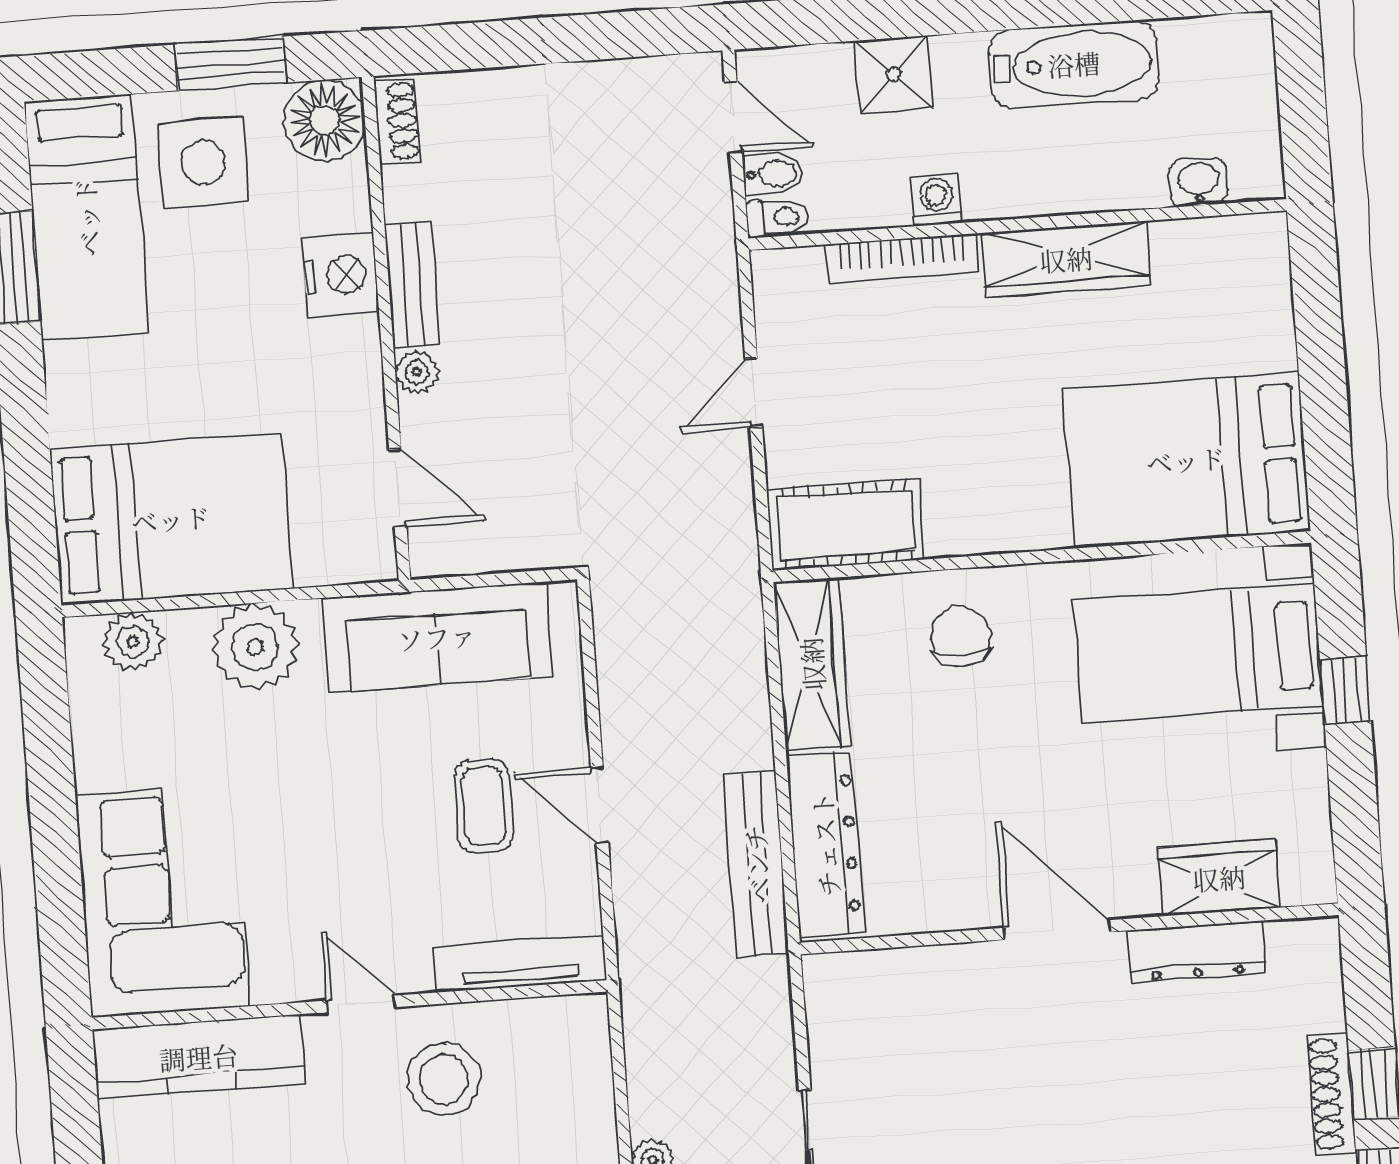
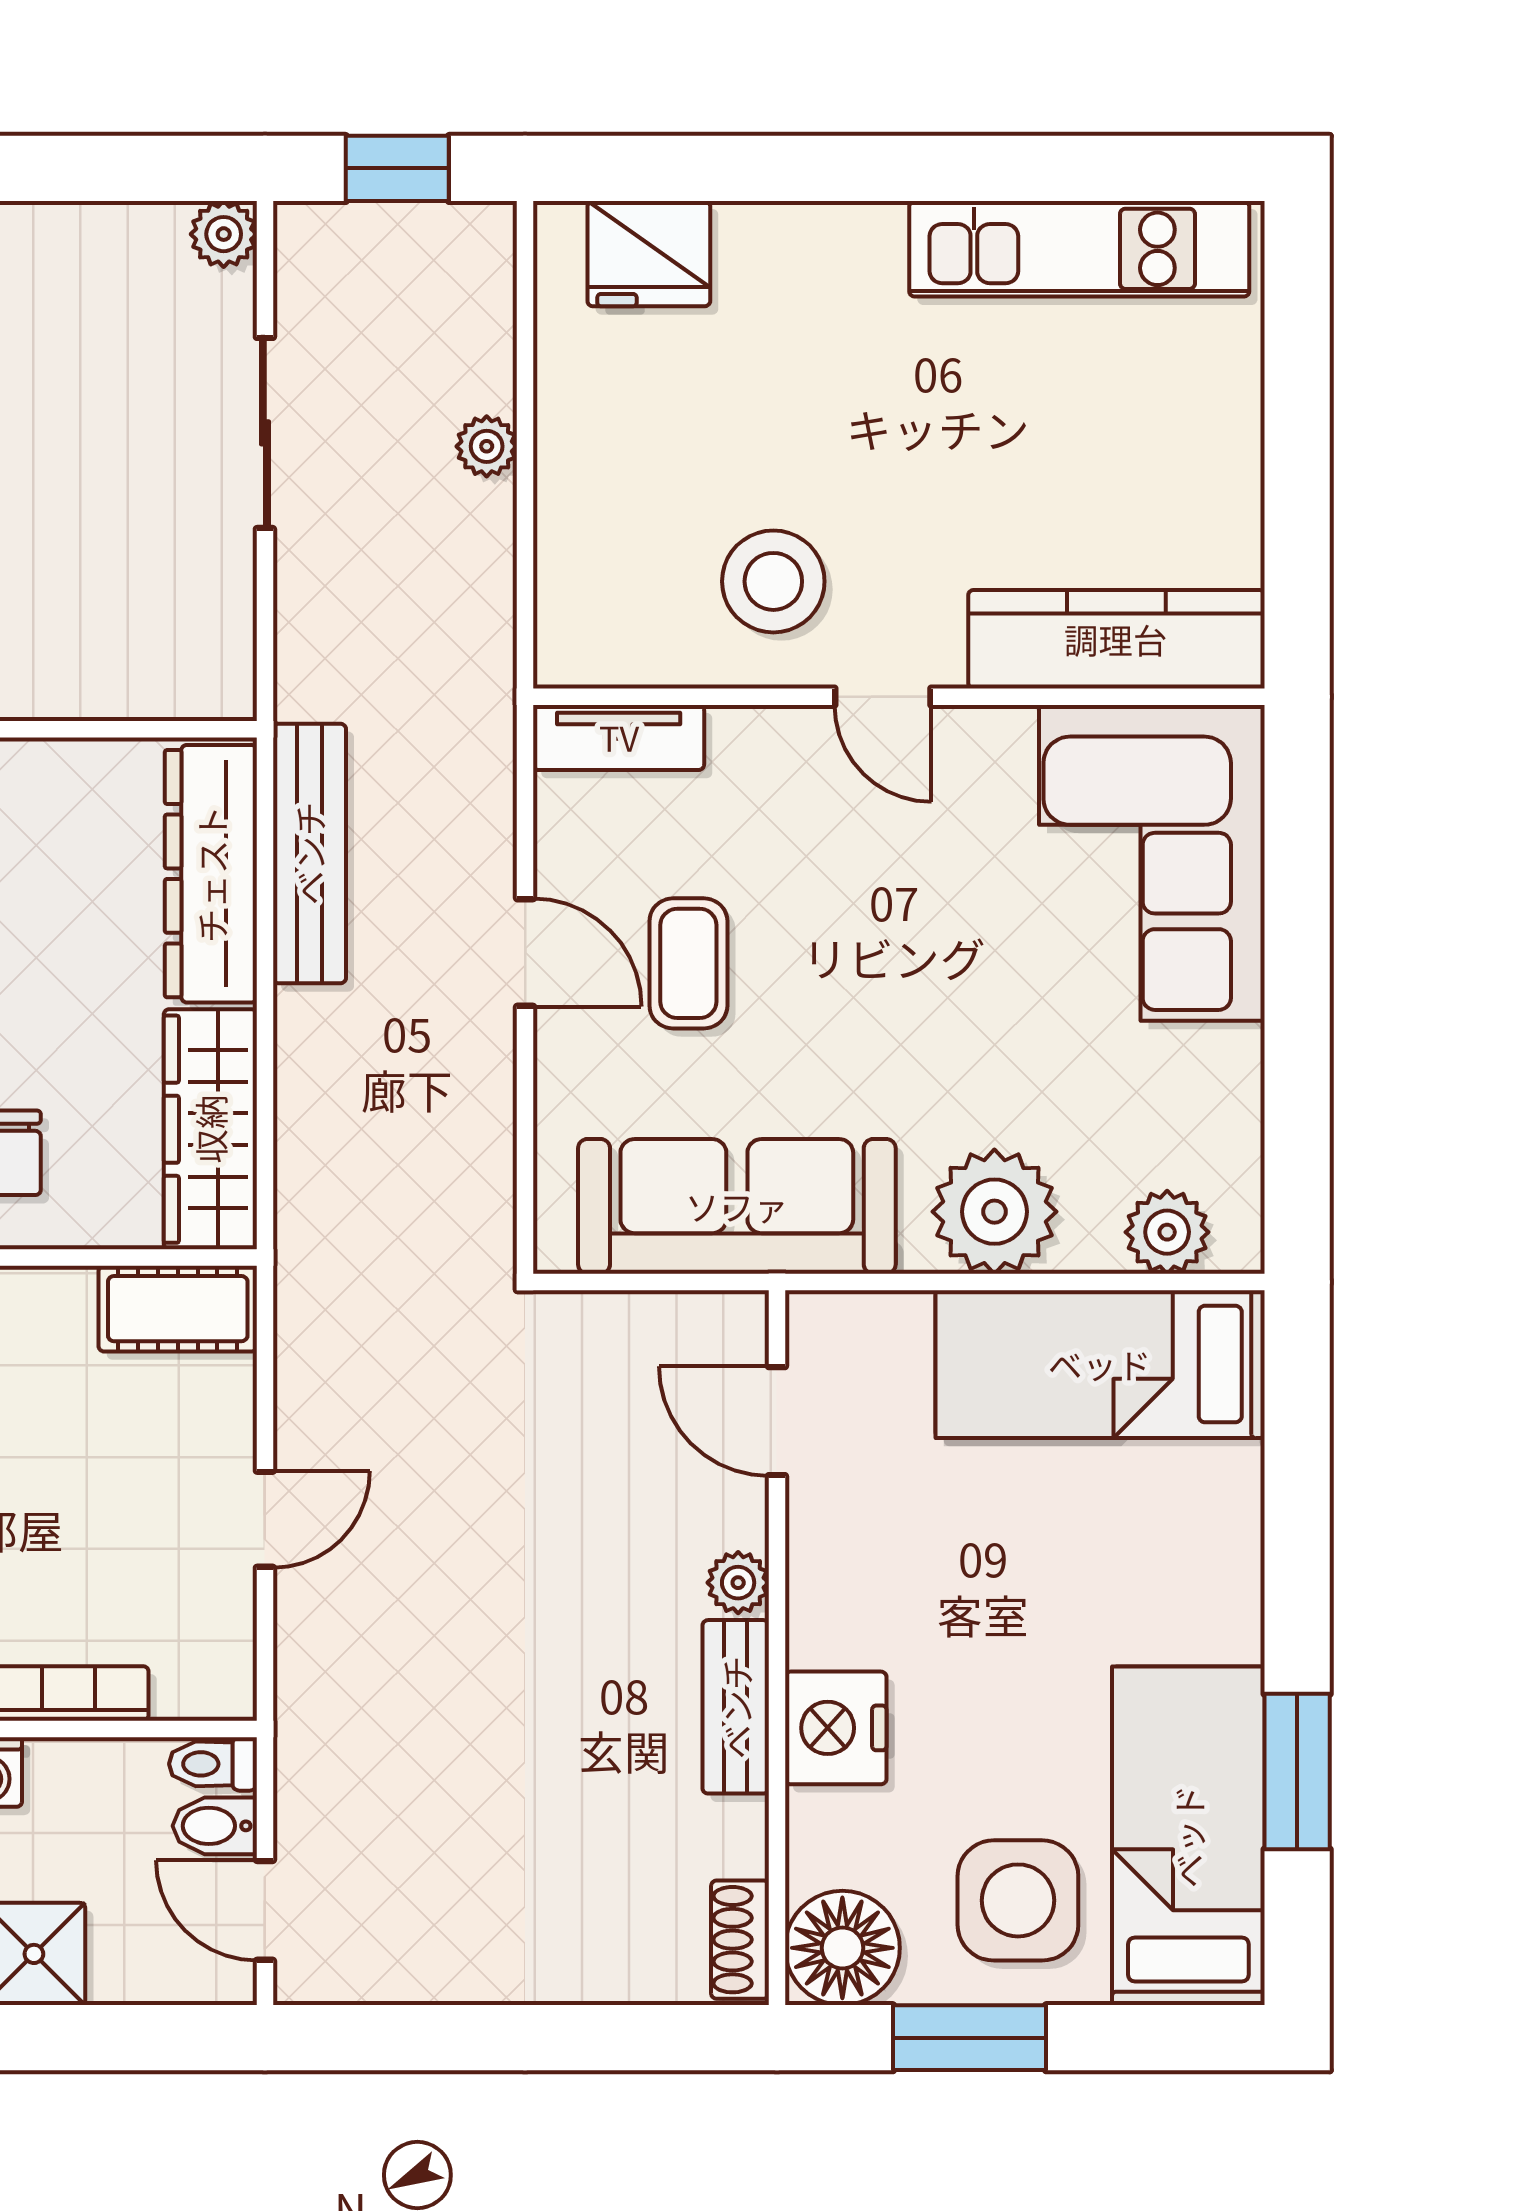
bed: (171, 519) -> (1100, 1364), width x0.67
cot: (846, 525) -> (178, 1309), width x0.73, depth x0.75
tv unit: (520, 963) -> (619, 737), width x0.71

